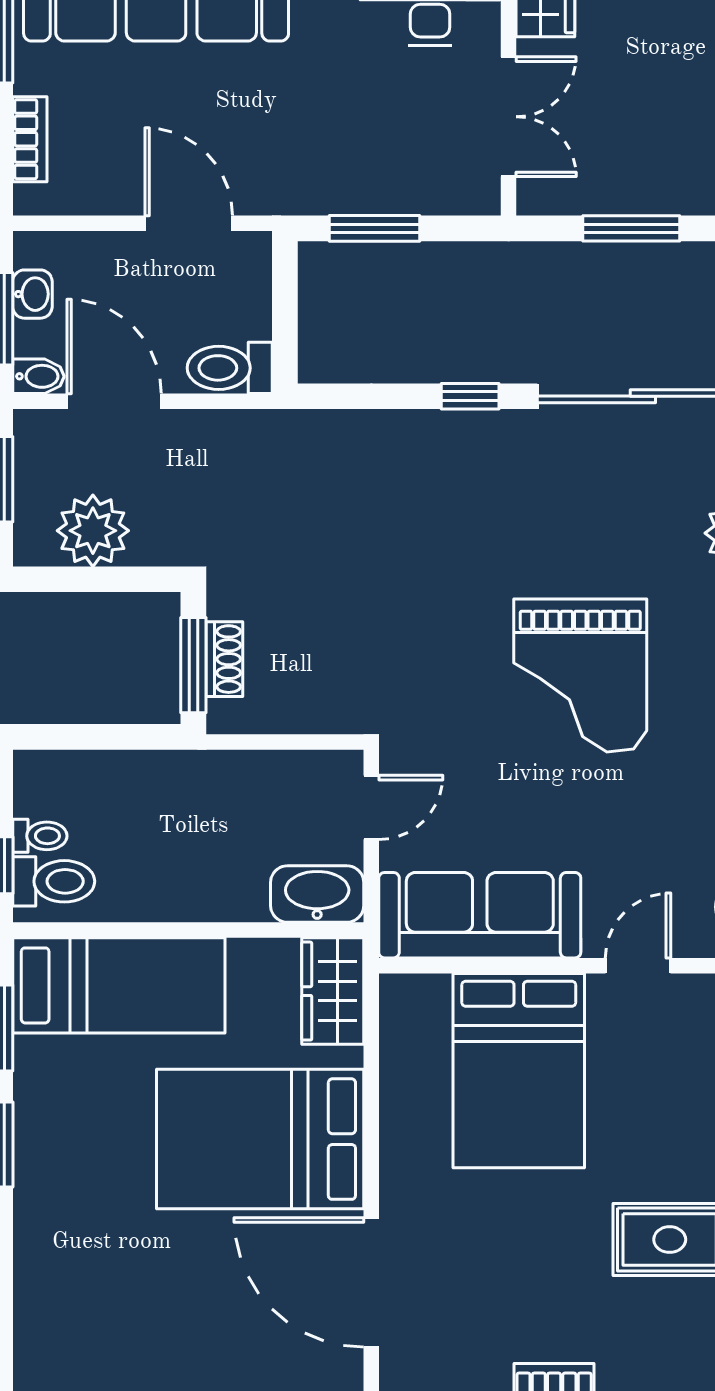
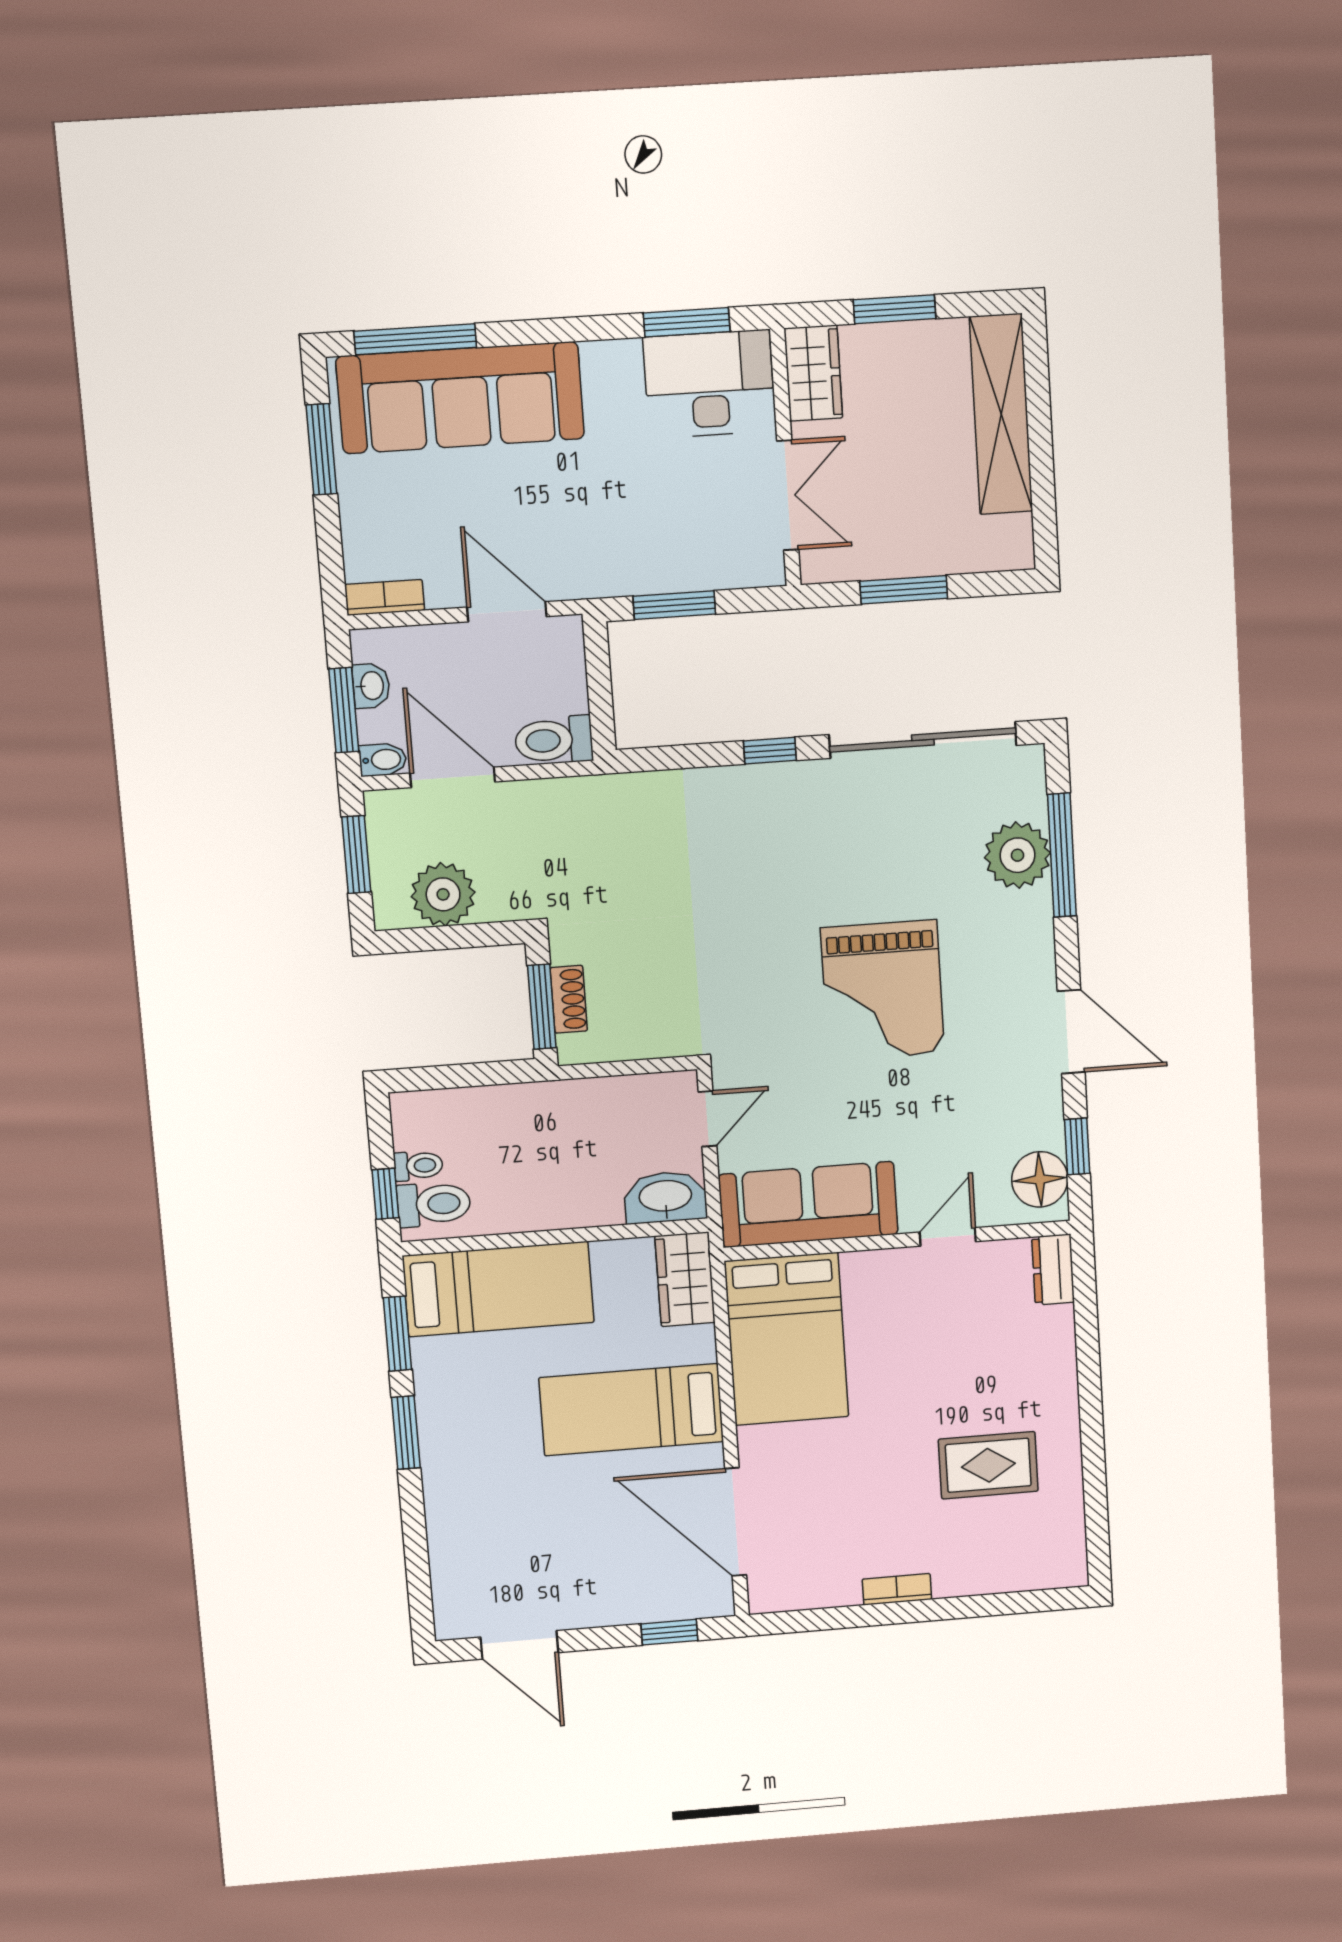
bookcase: (30, 139) -> (385, 597), moved, turned -90
bed: (519, 1071) -> (787, 1339), moved
bed: (260, 1139) -> (631, 1410), width x0.67

